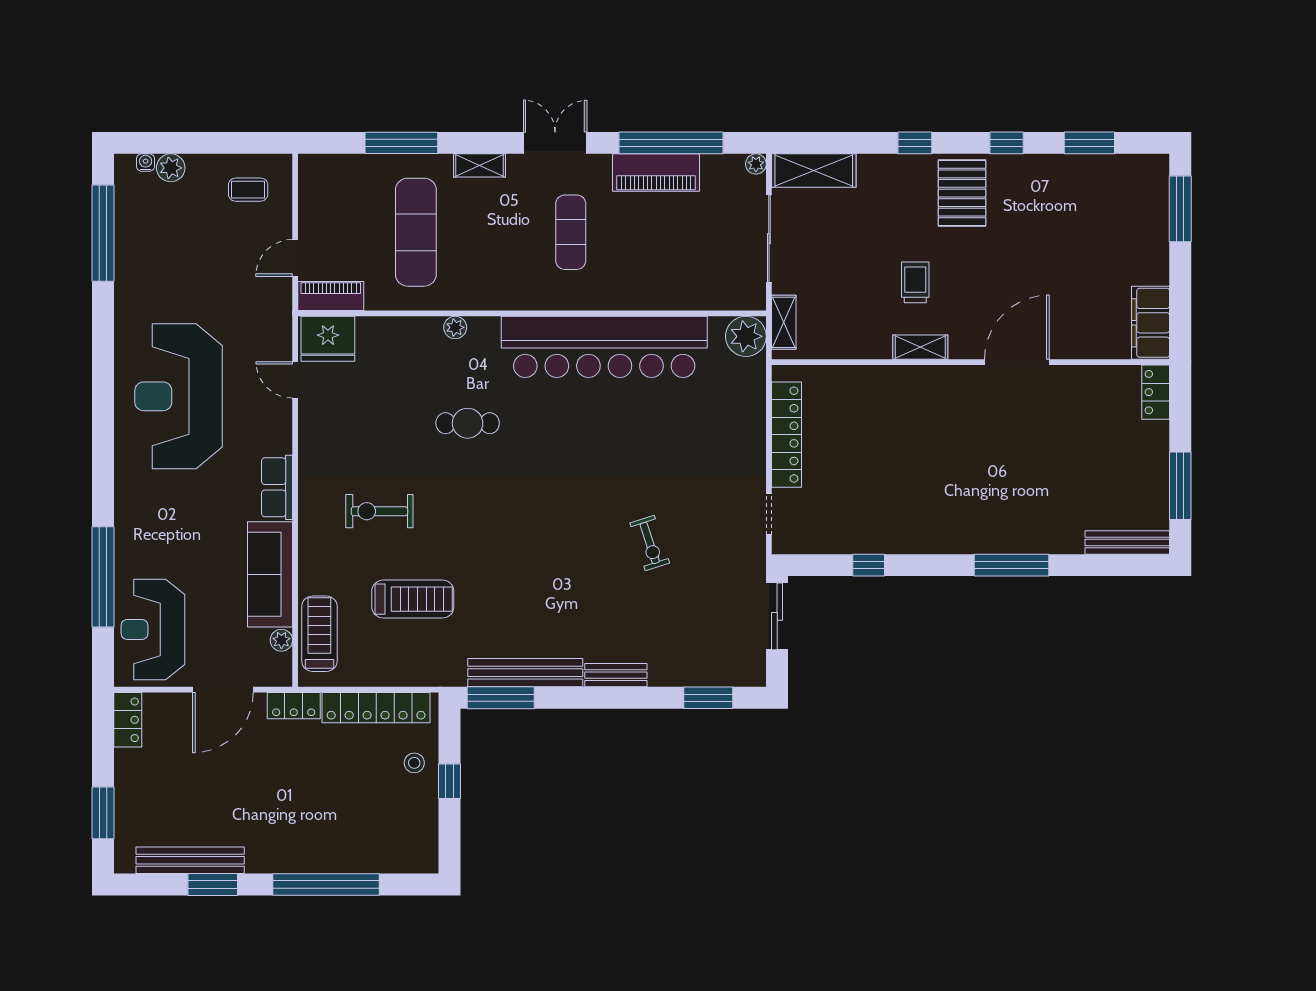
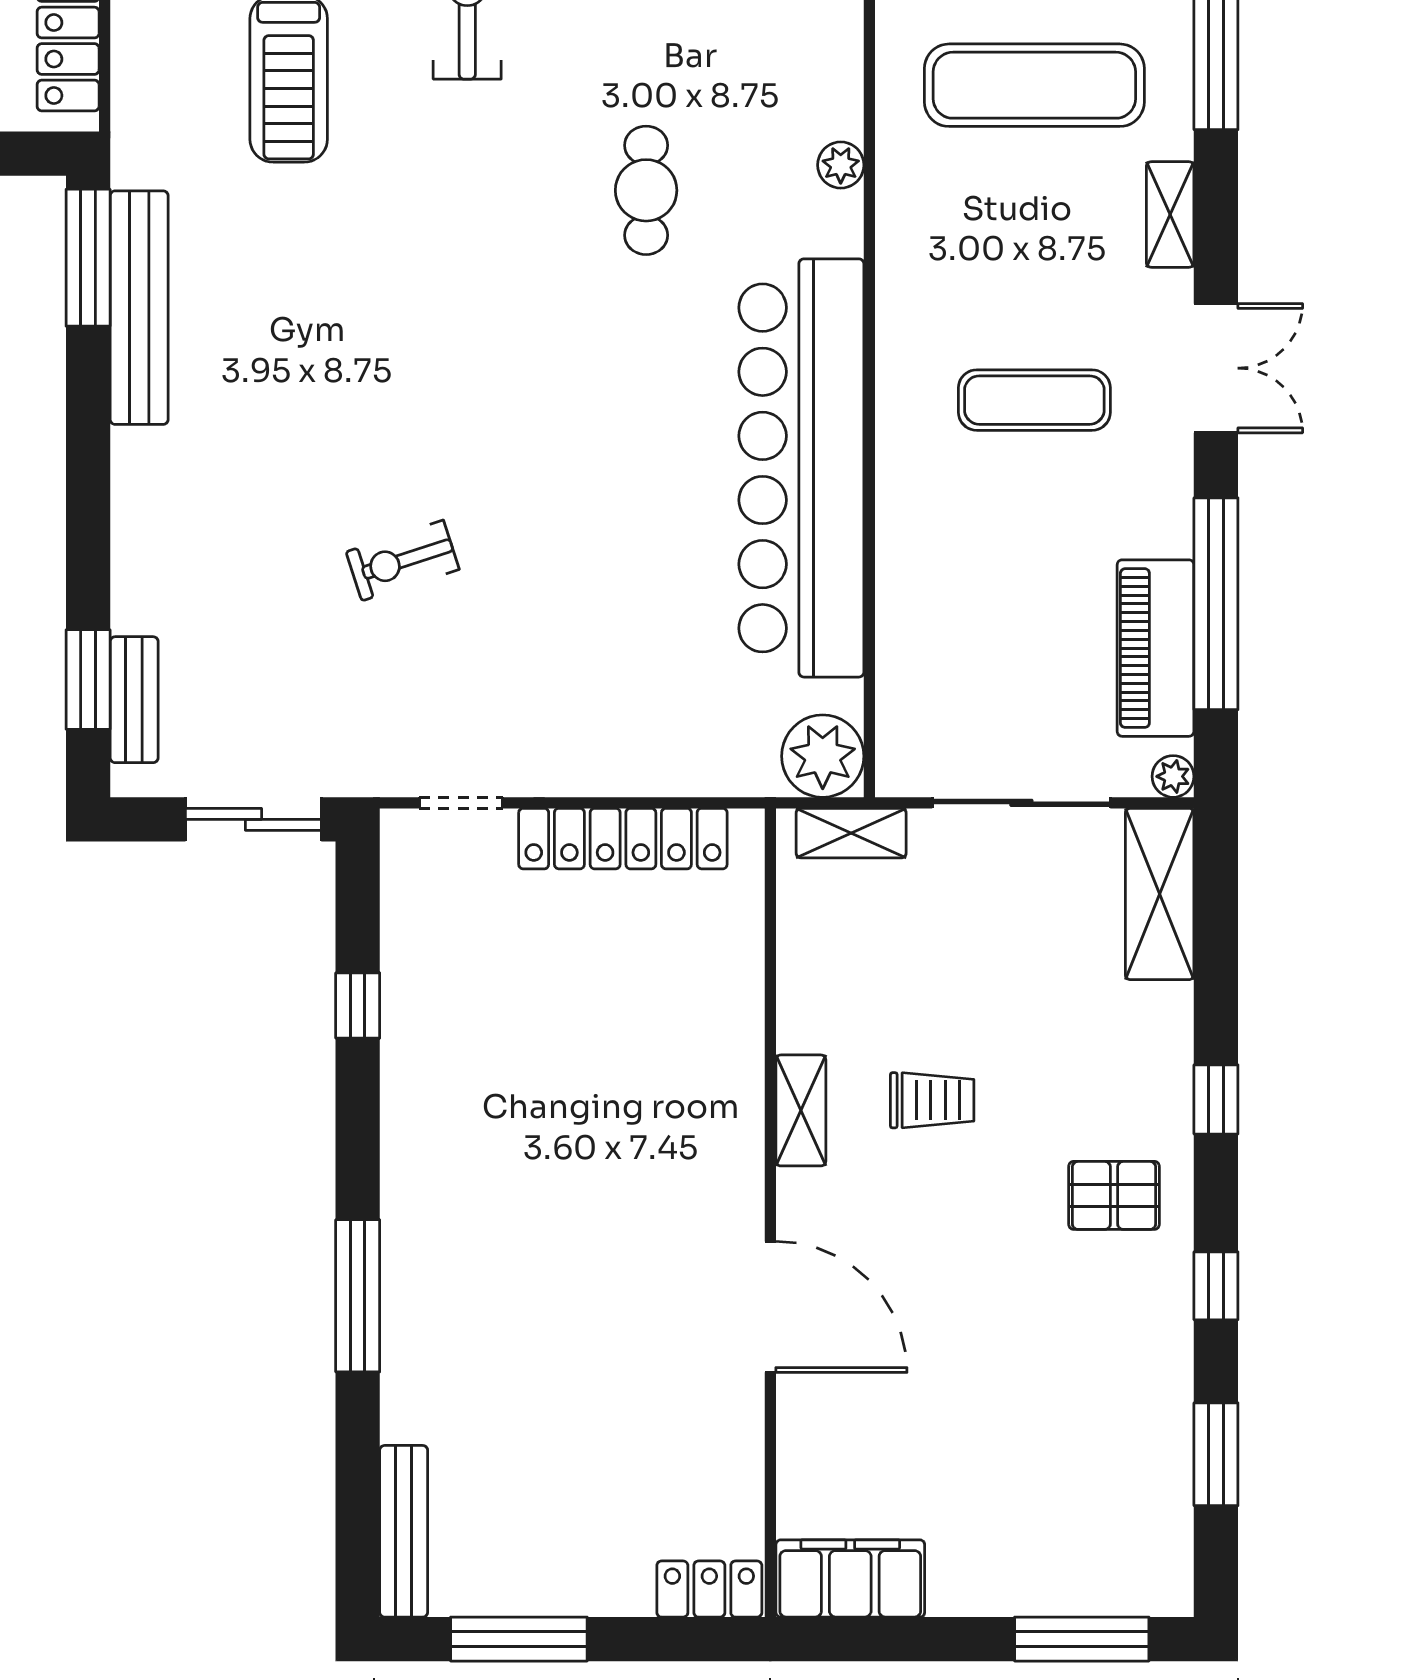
piano: (656, 173) -> (1156, 648), moved
pallet: (962, 193) -> (1114, 1195), width x0.67, depth x0.71
bench: (616, 675) -> (134, 700), moved

